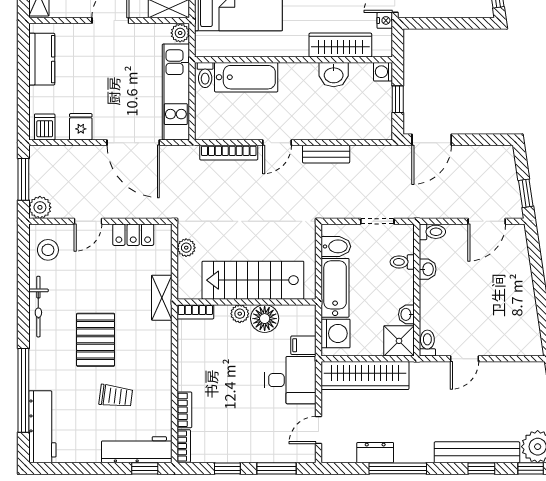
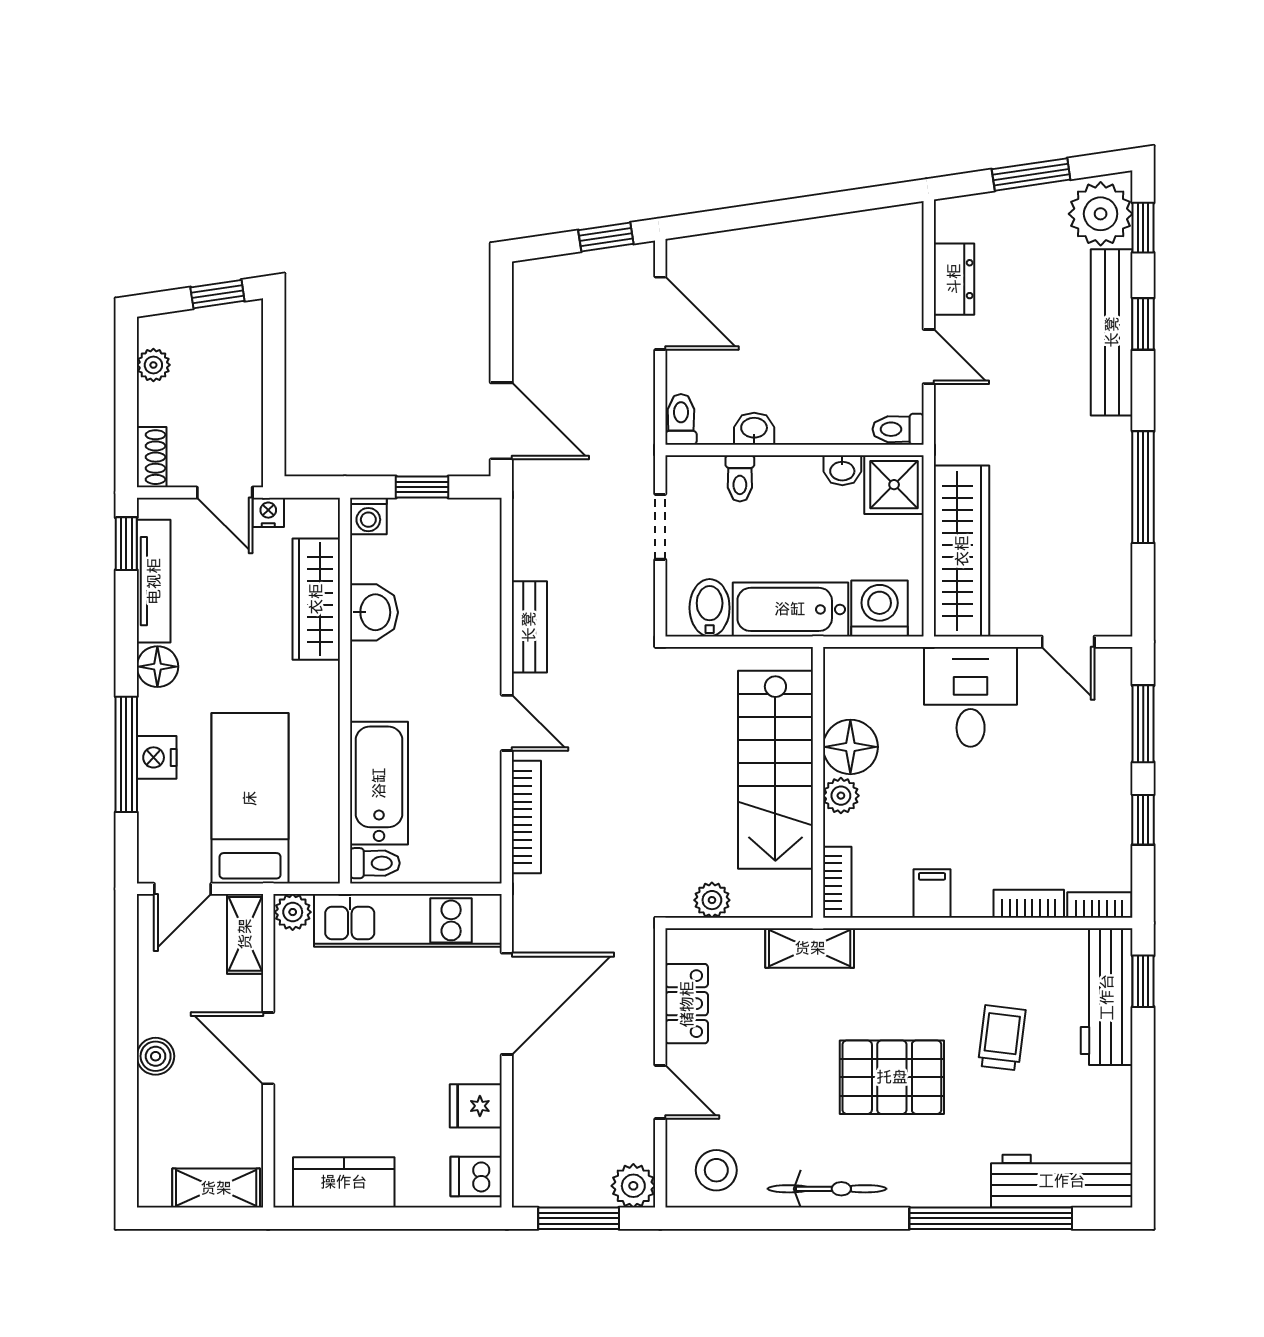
filing cabinet: (303, 345) -> (932, 893), moved, turned 180
dresser: (375, 453) -> (954, 279), moved, turned 180

